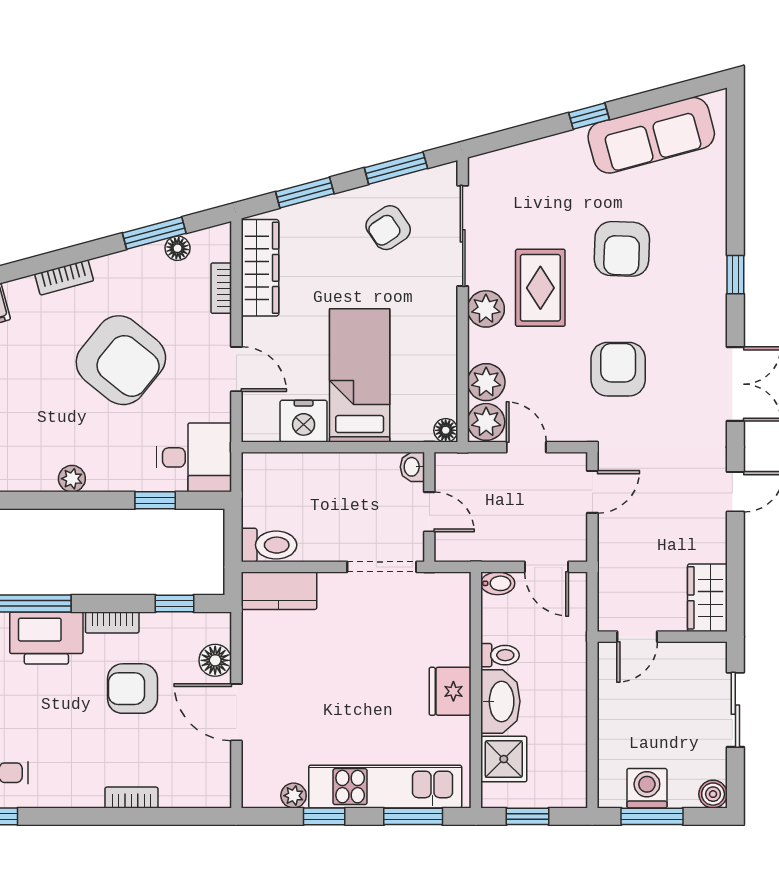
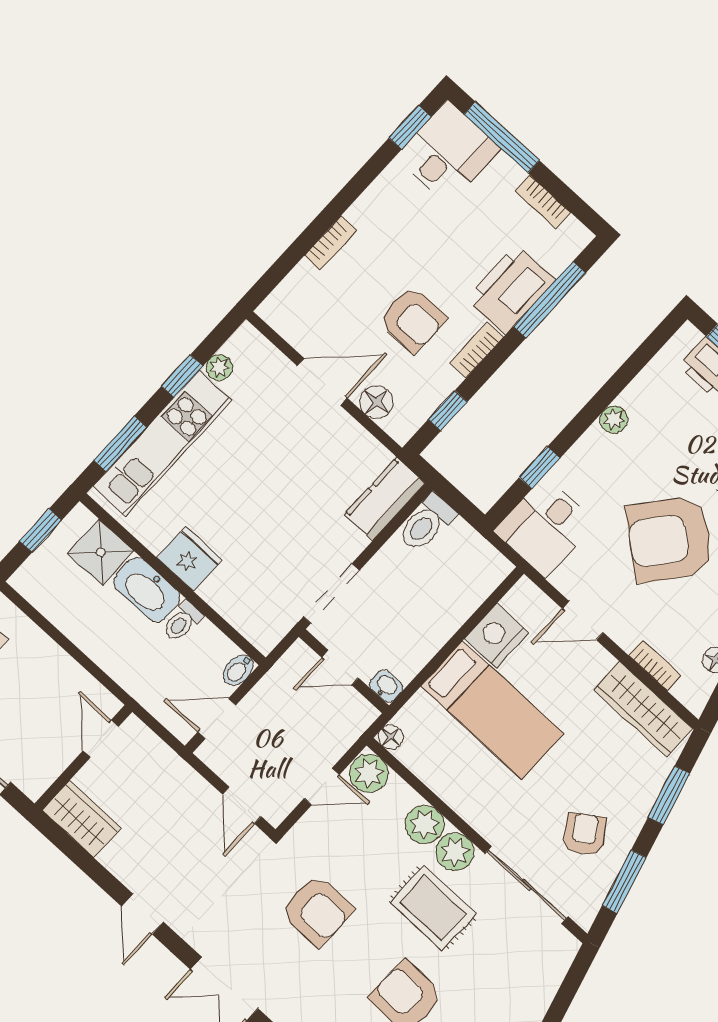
plant: (486, 382) -> (425, 825), moved
armchair: (132, 689) -> (412, 320), turned 90

